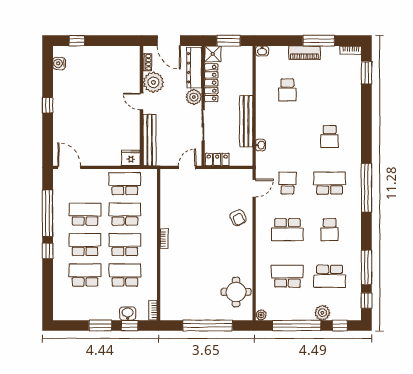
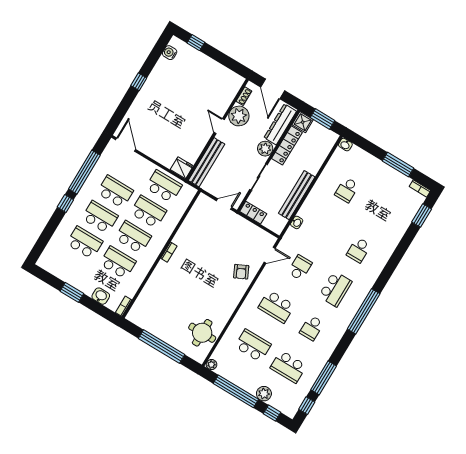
piano: (304, 53) -> (380, 167), removed
school desk: (330, 183) -> (335, 289), turned 90
window: (130, 325) -> (96, 307), removed

